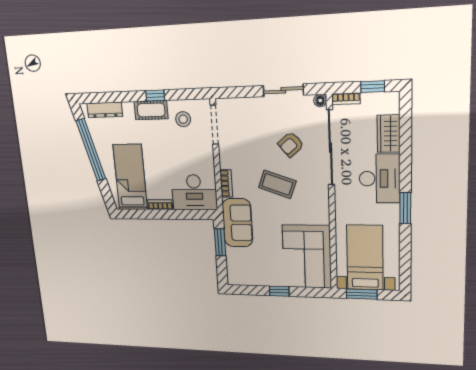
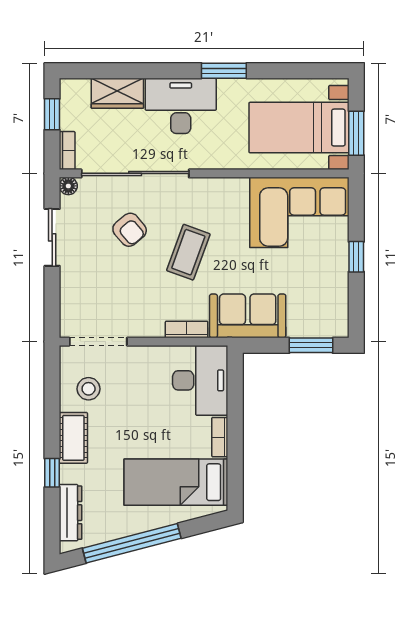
window: (155, 95) -> (52, 473), moved
window: (220, 242) -> (311, 345), moved

